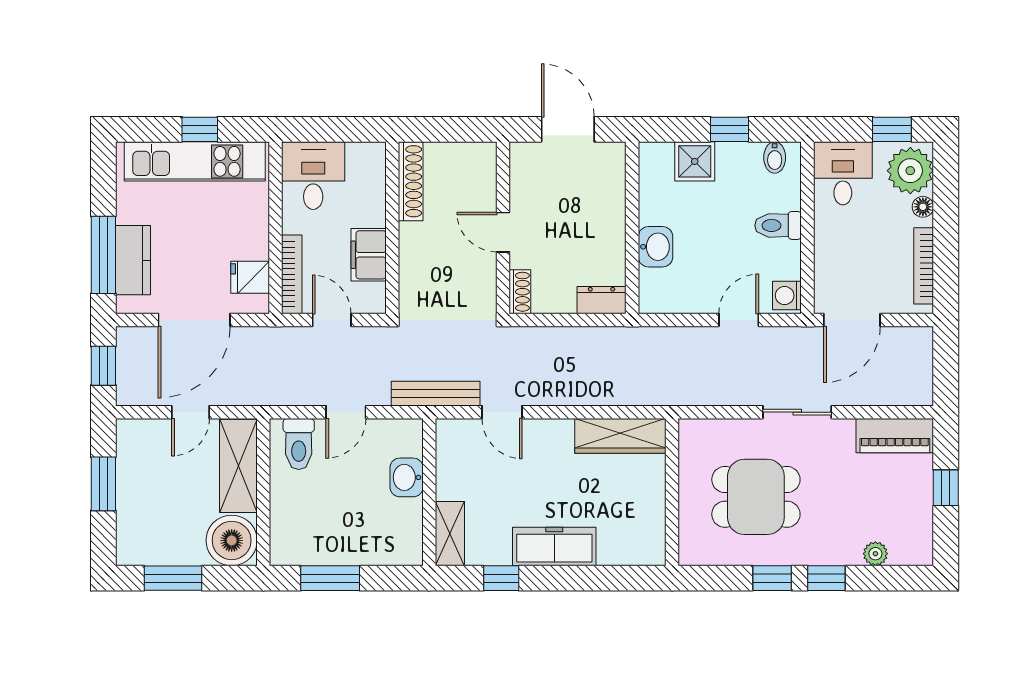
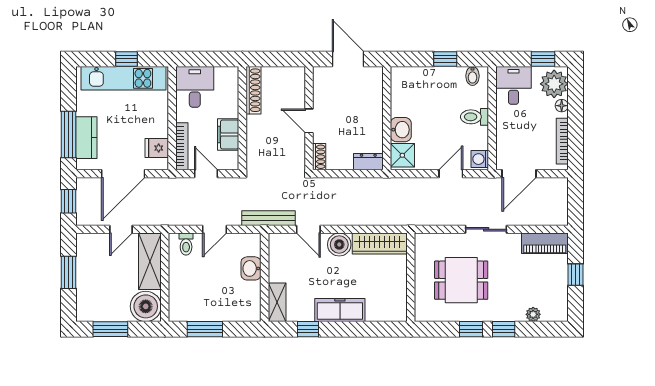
shower: (695, 161) -> (402, 155), moved
boiler: (553, 438) -> (339, 245), added
toilet: (299, 444) -> (186, 244), width x0.73, depth x0.72

